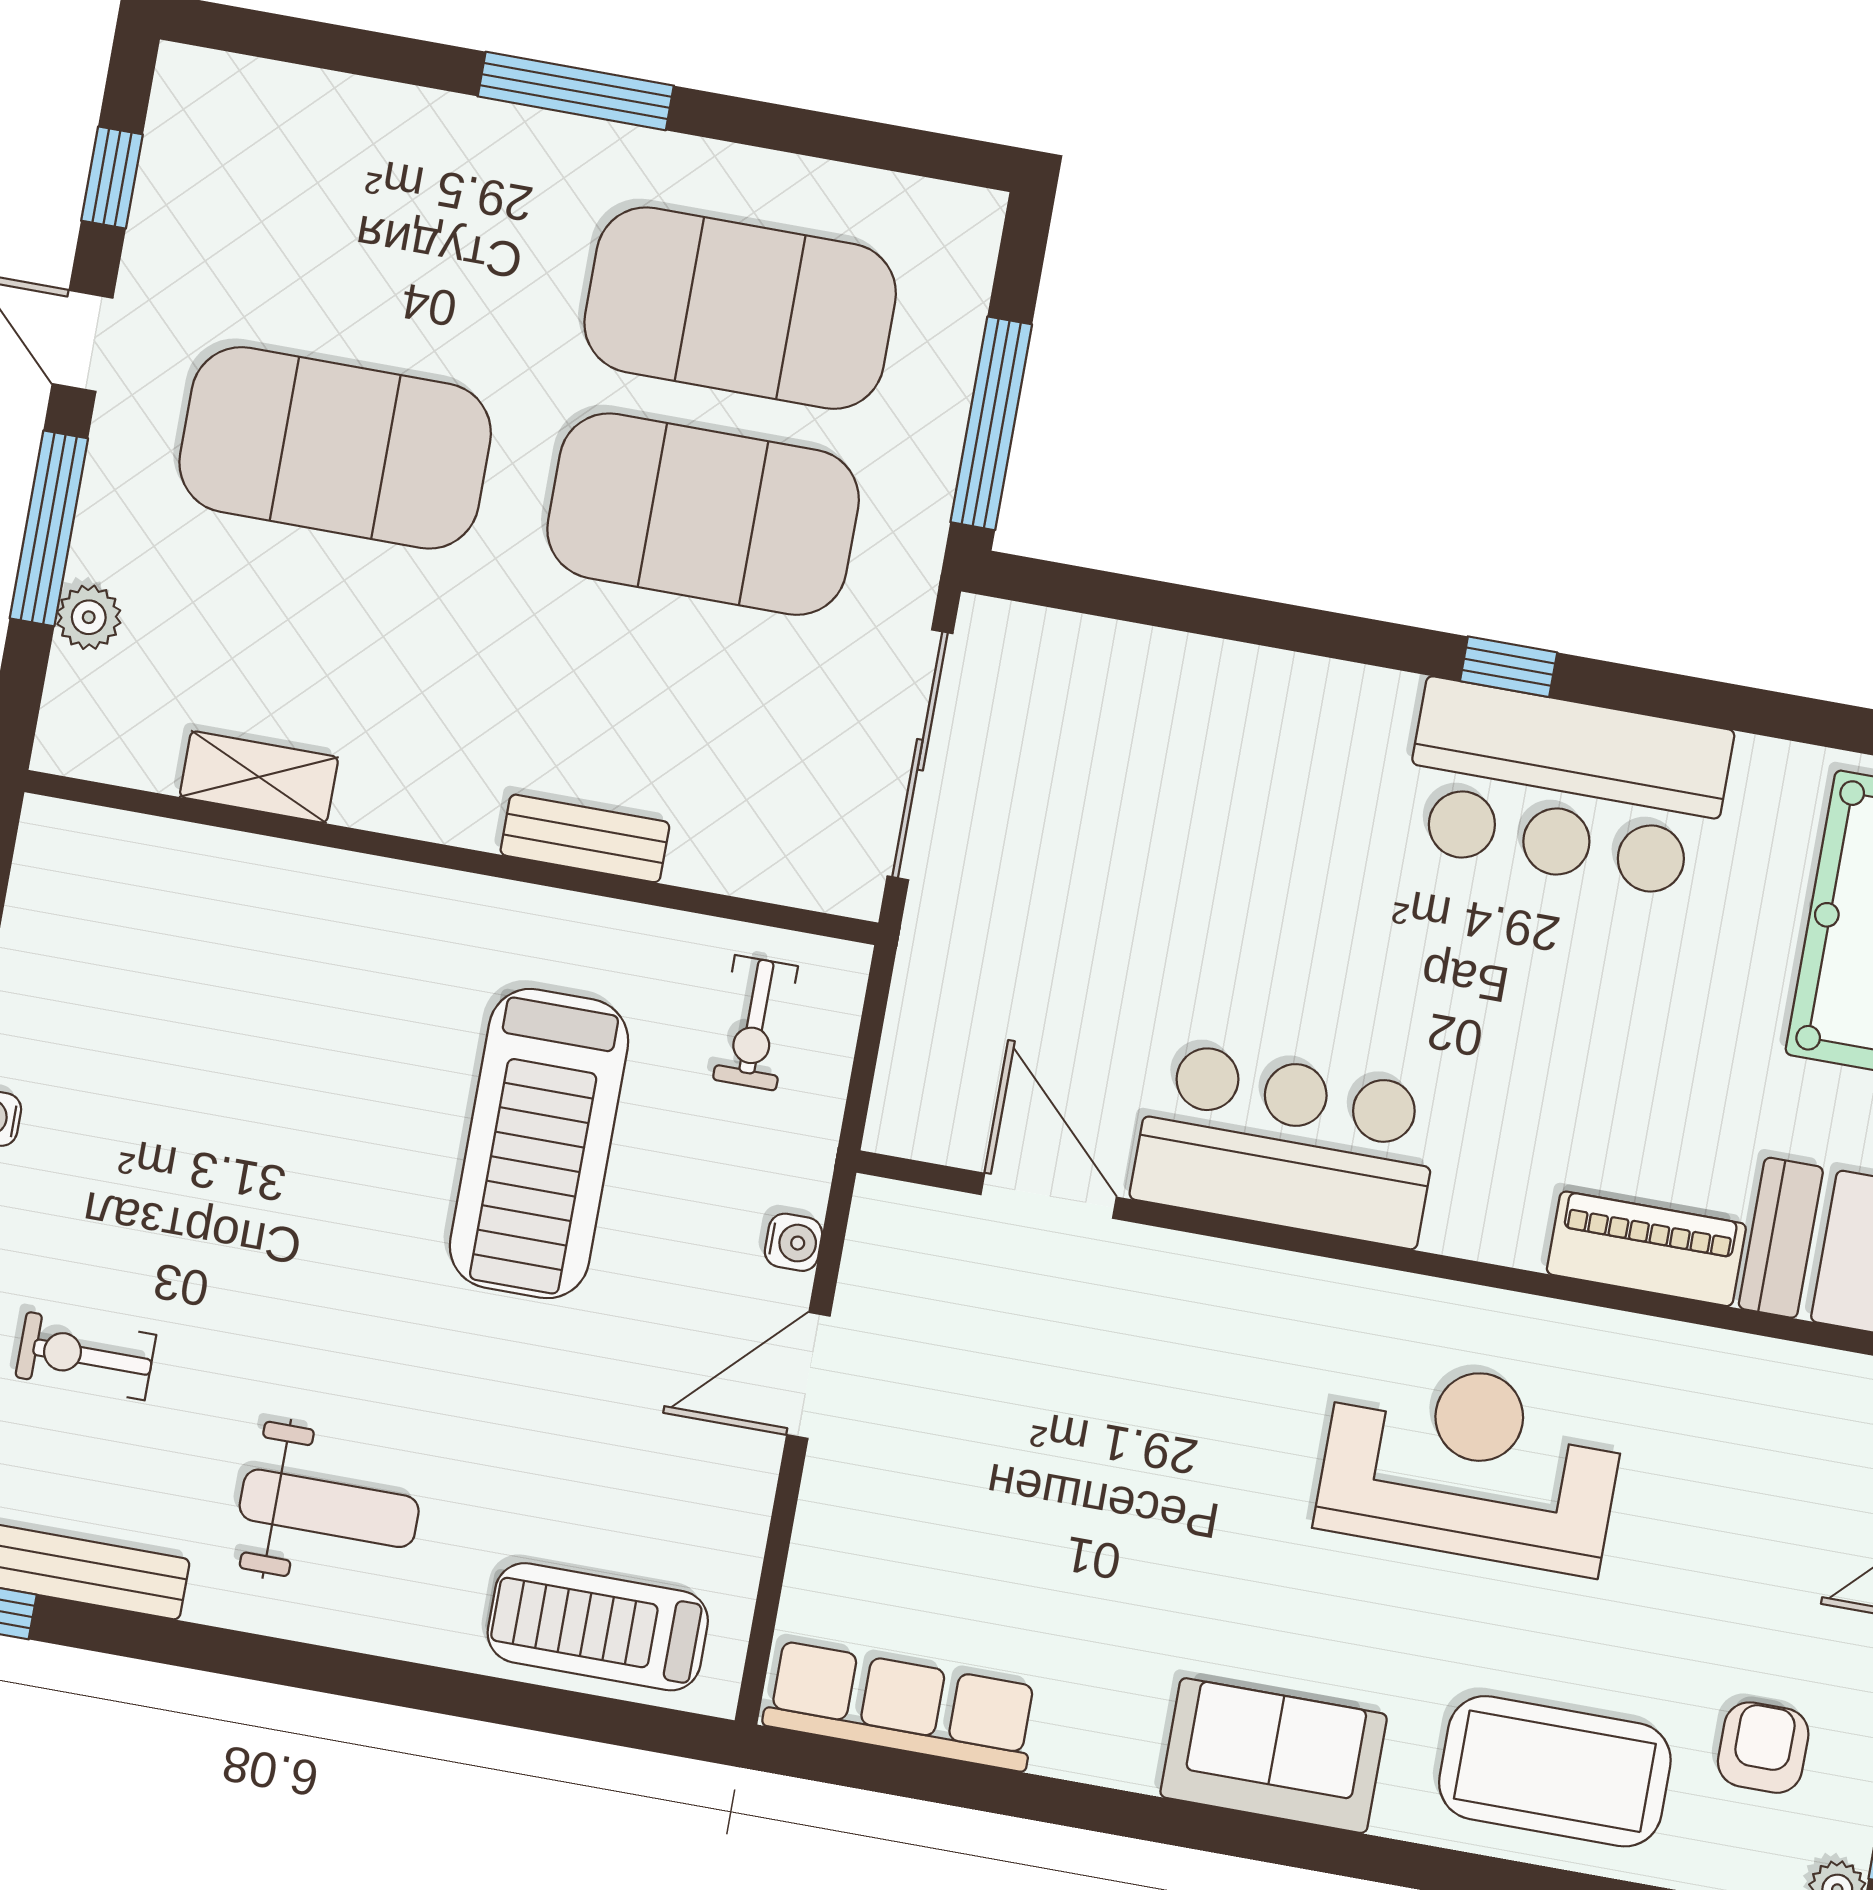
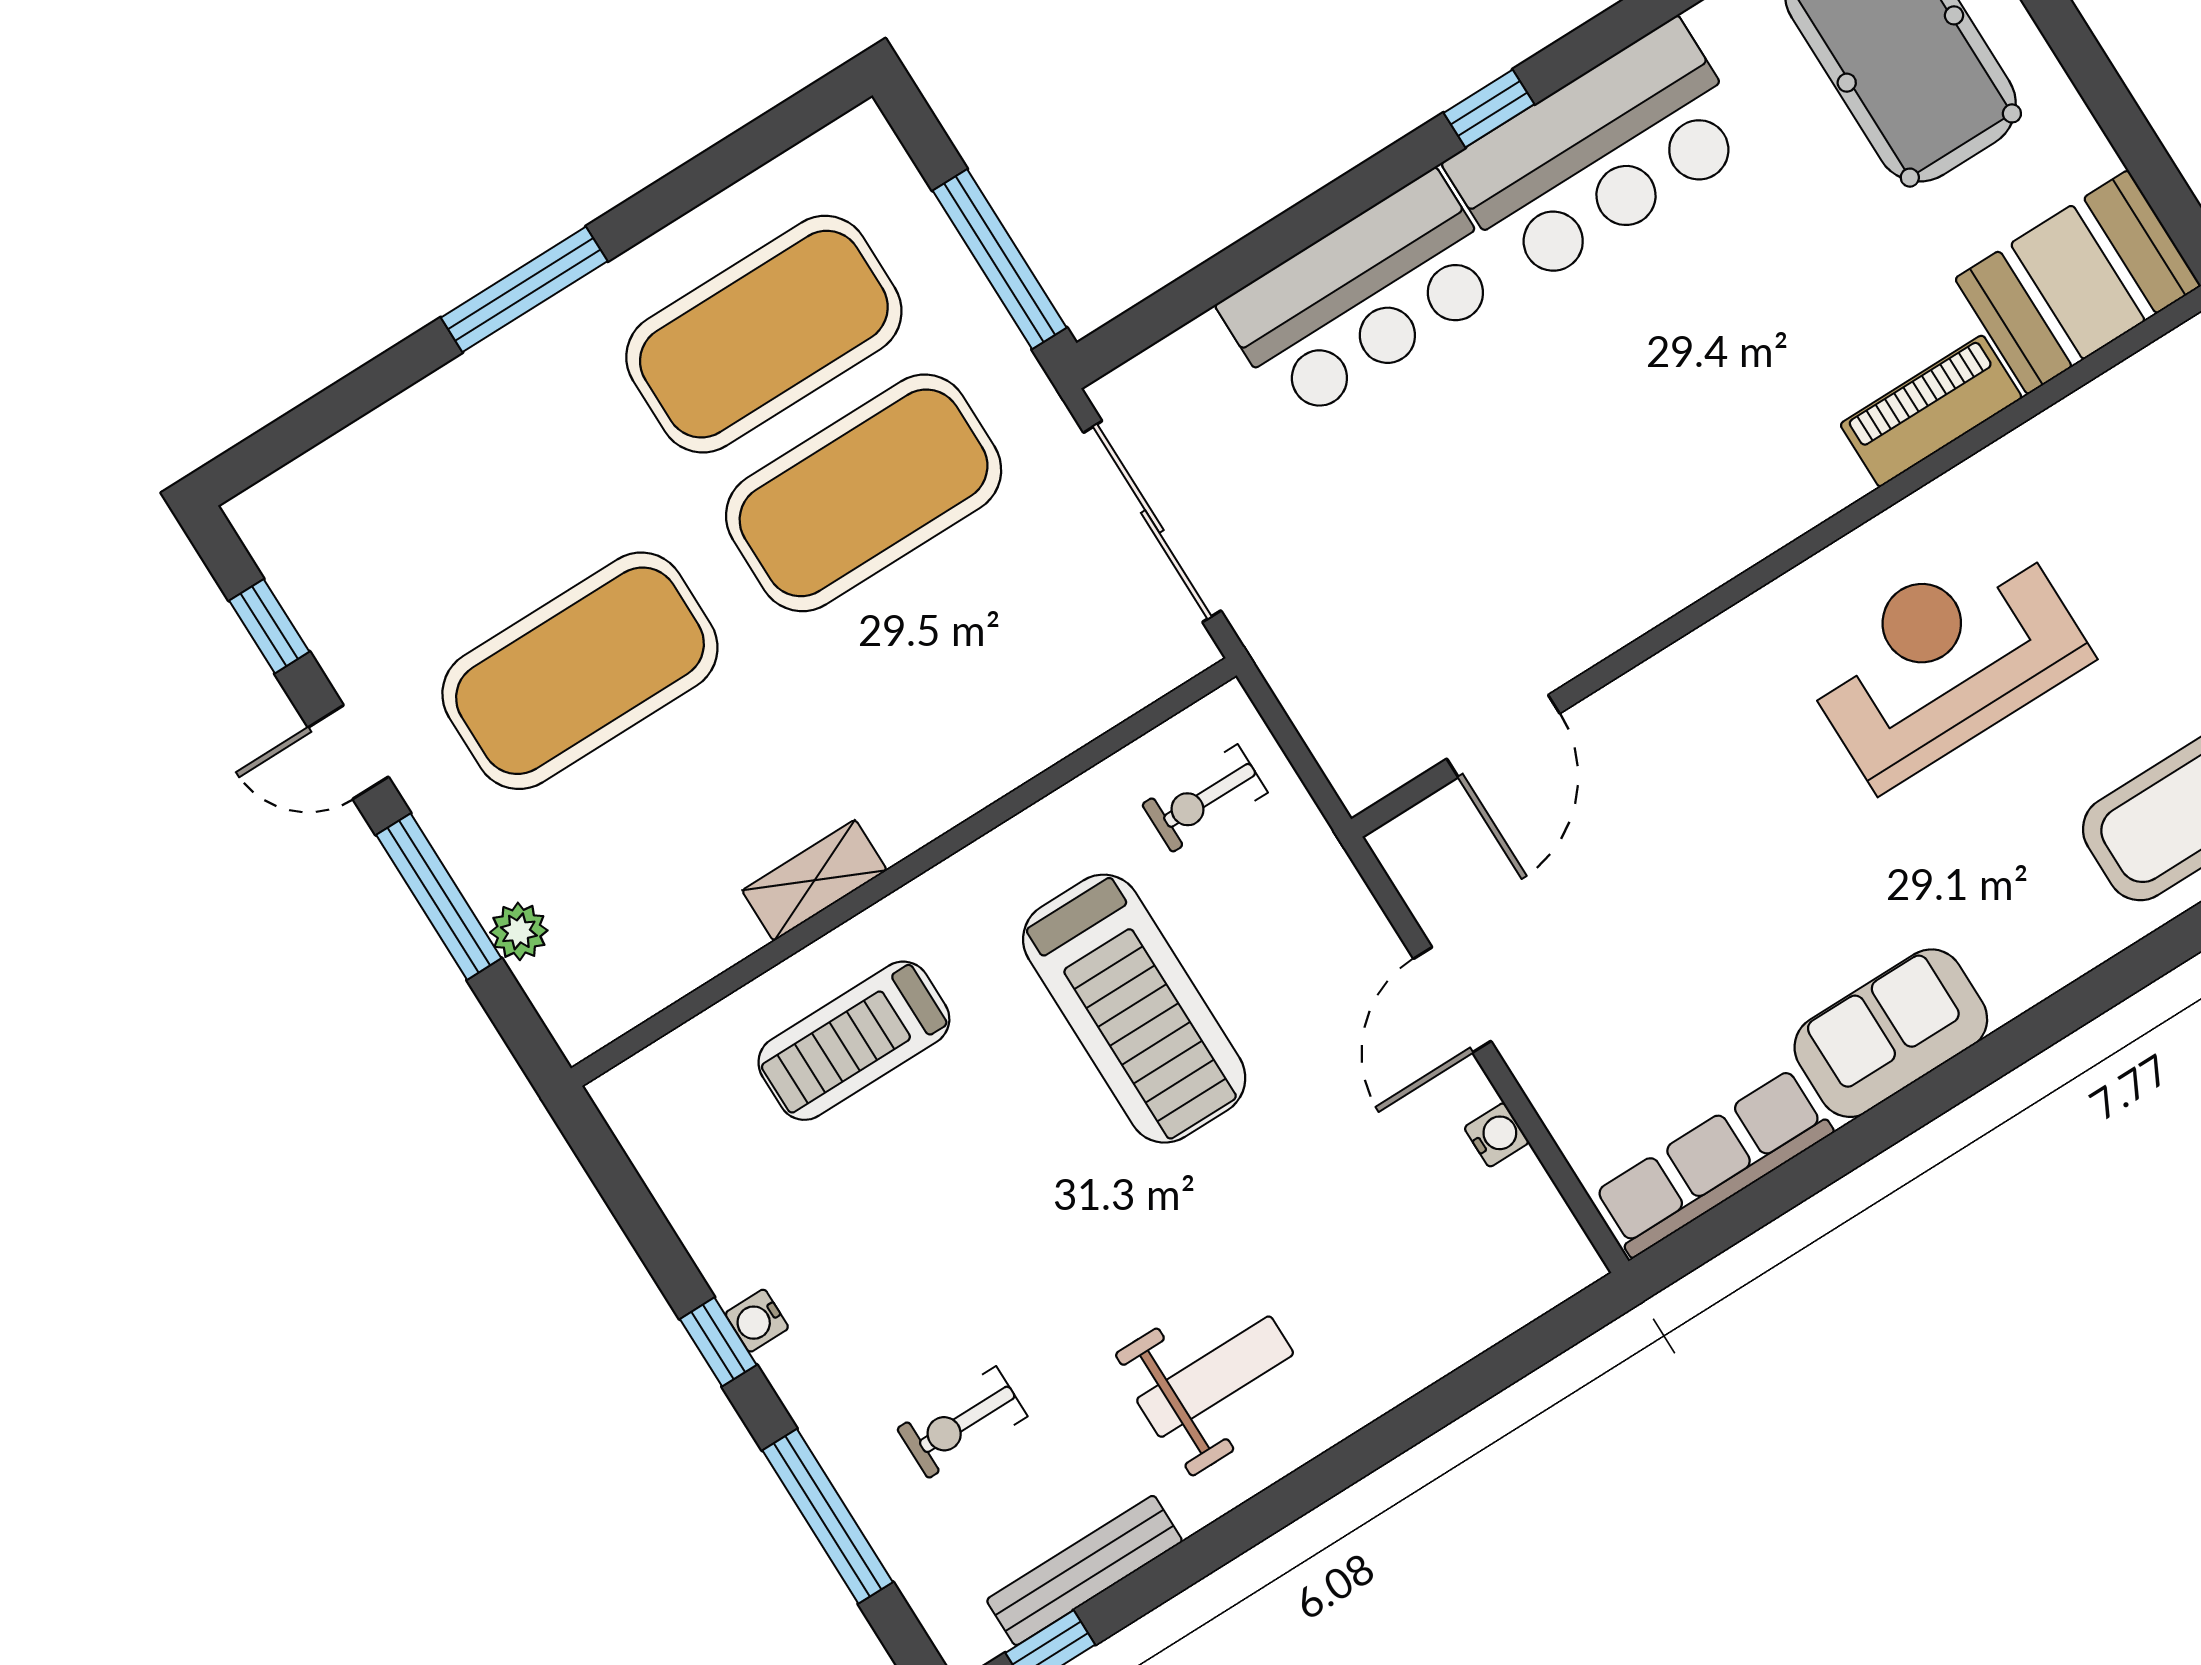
shelving: (259, 777) -> (814, 880), moved
bench: (585, 838) -> (981, 779), removed
exercise bike: (755, 1023) -> (1205, 798), turned 90
bar counter: (1287, 1145) -> (1363, 297), moved, turned 180
door: (1049, 1196) -> (1503, 736), swing flipped
water cooler: (793, 1242) -> (1497, 1135), moved
treadmill: (598, 1627) -> (854, 1041), moved
sofa: (1274, 1756) -> (1891, 1033), moved

